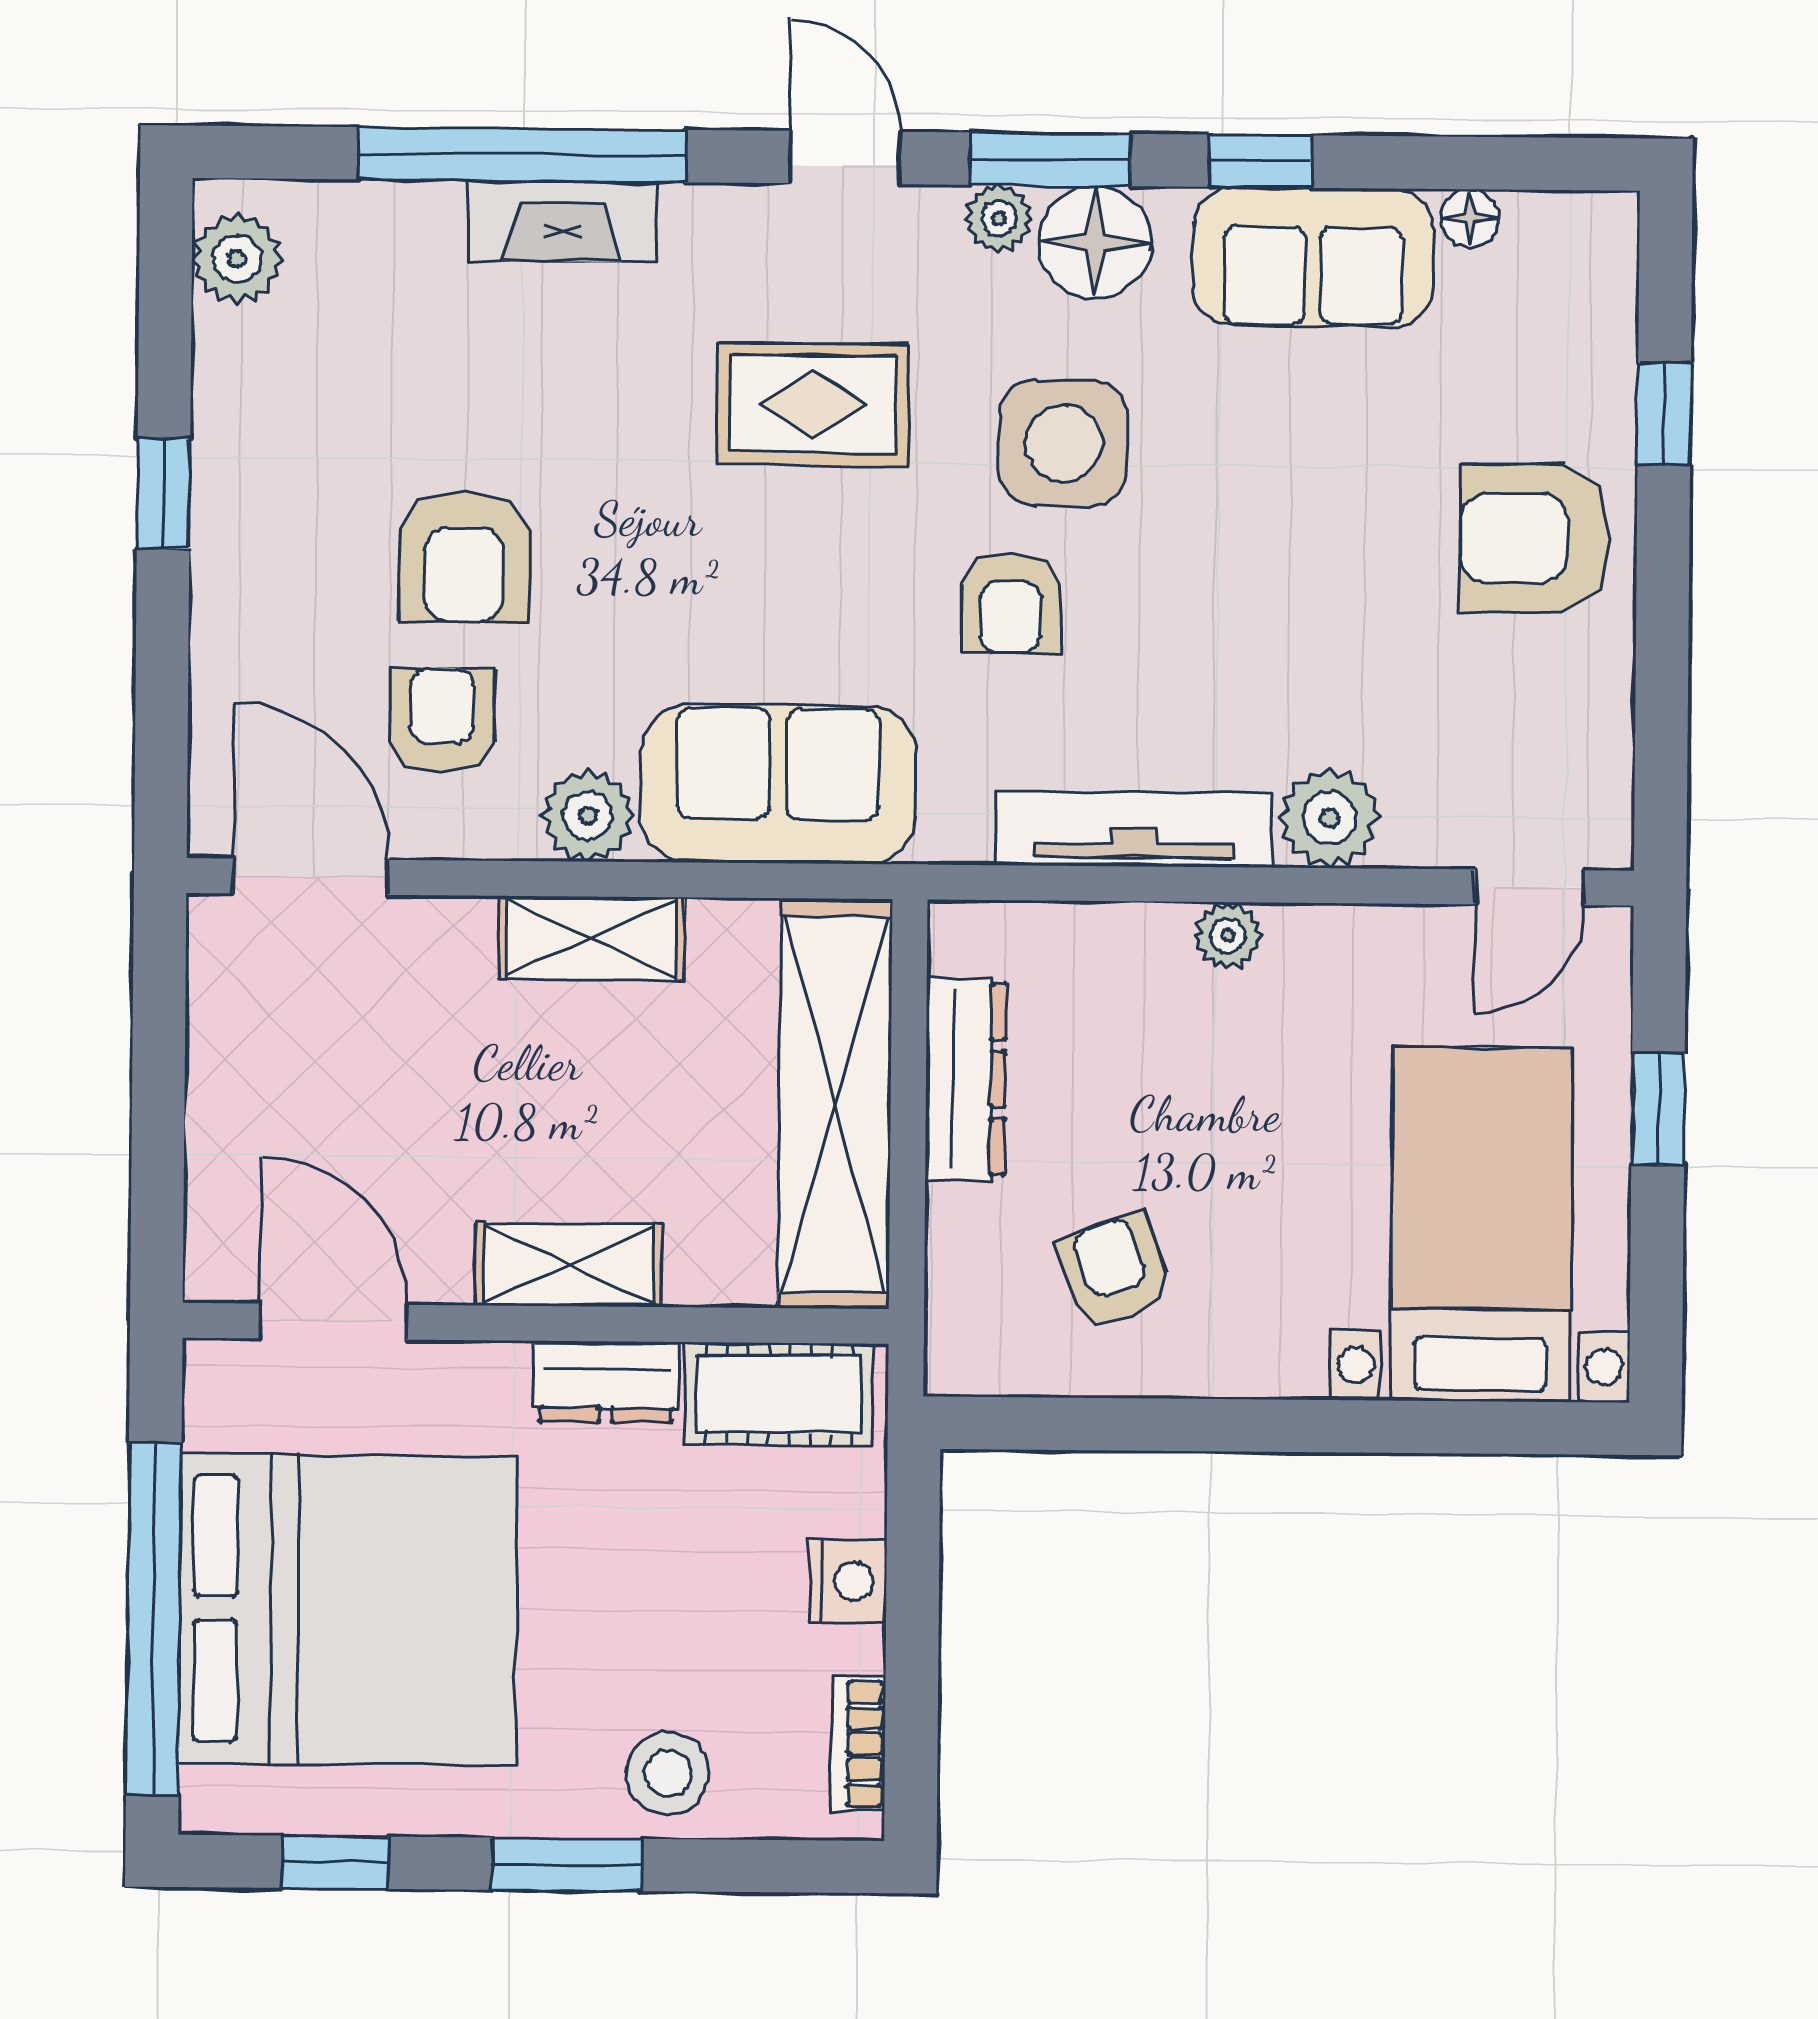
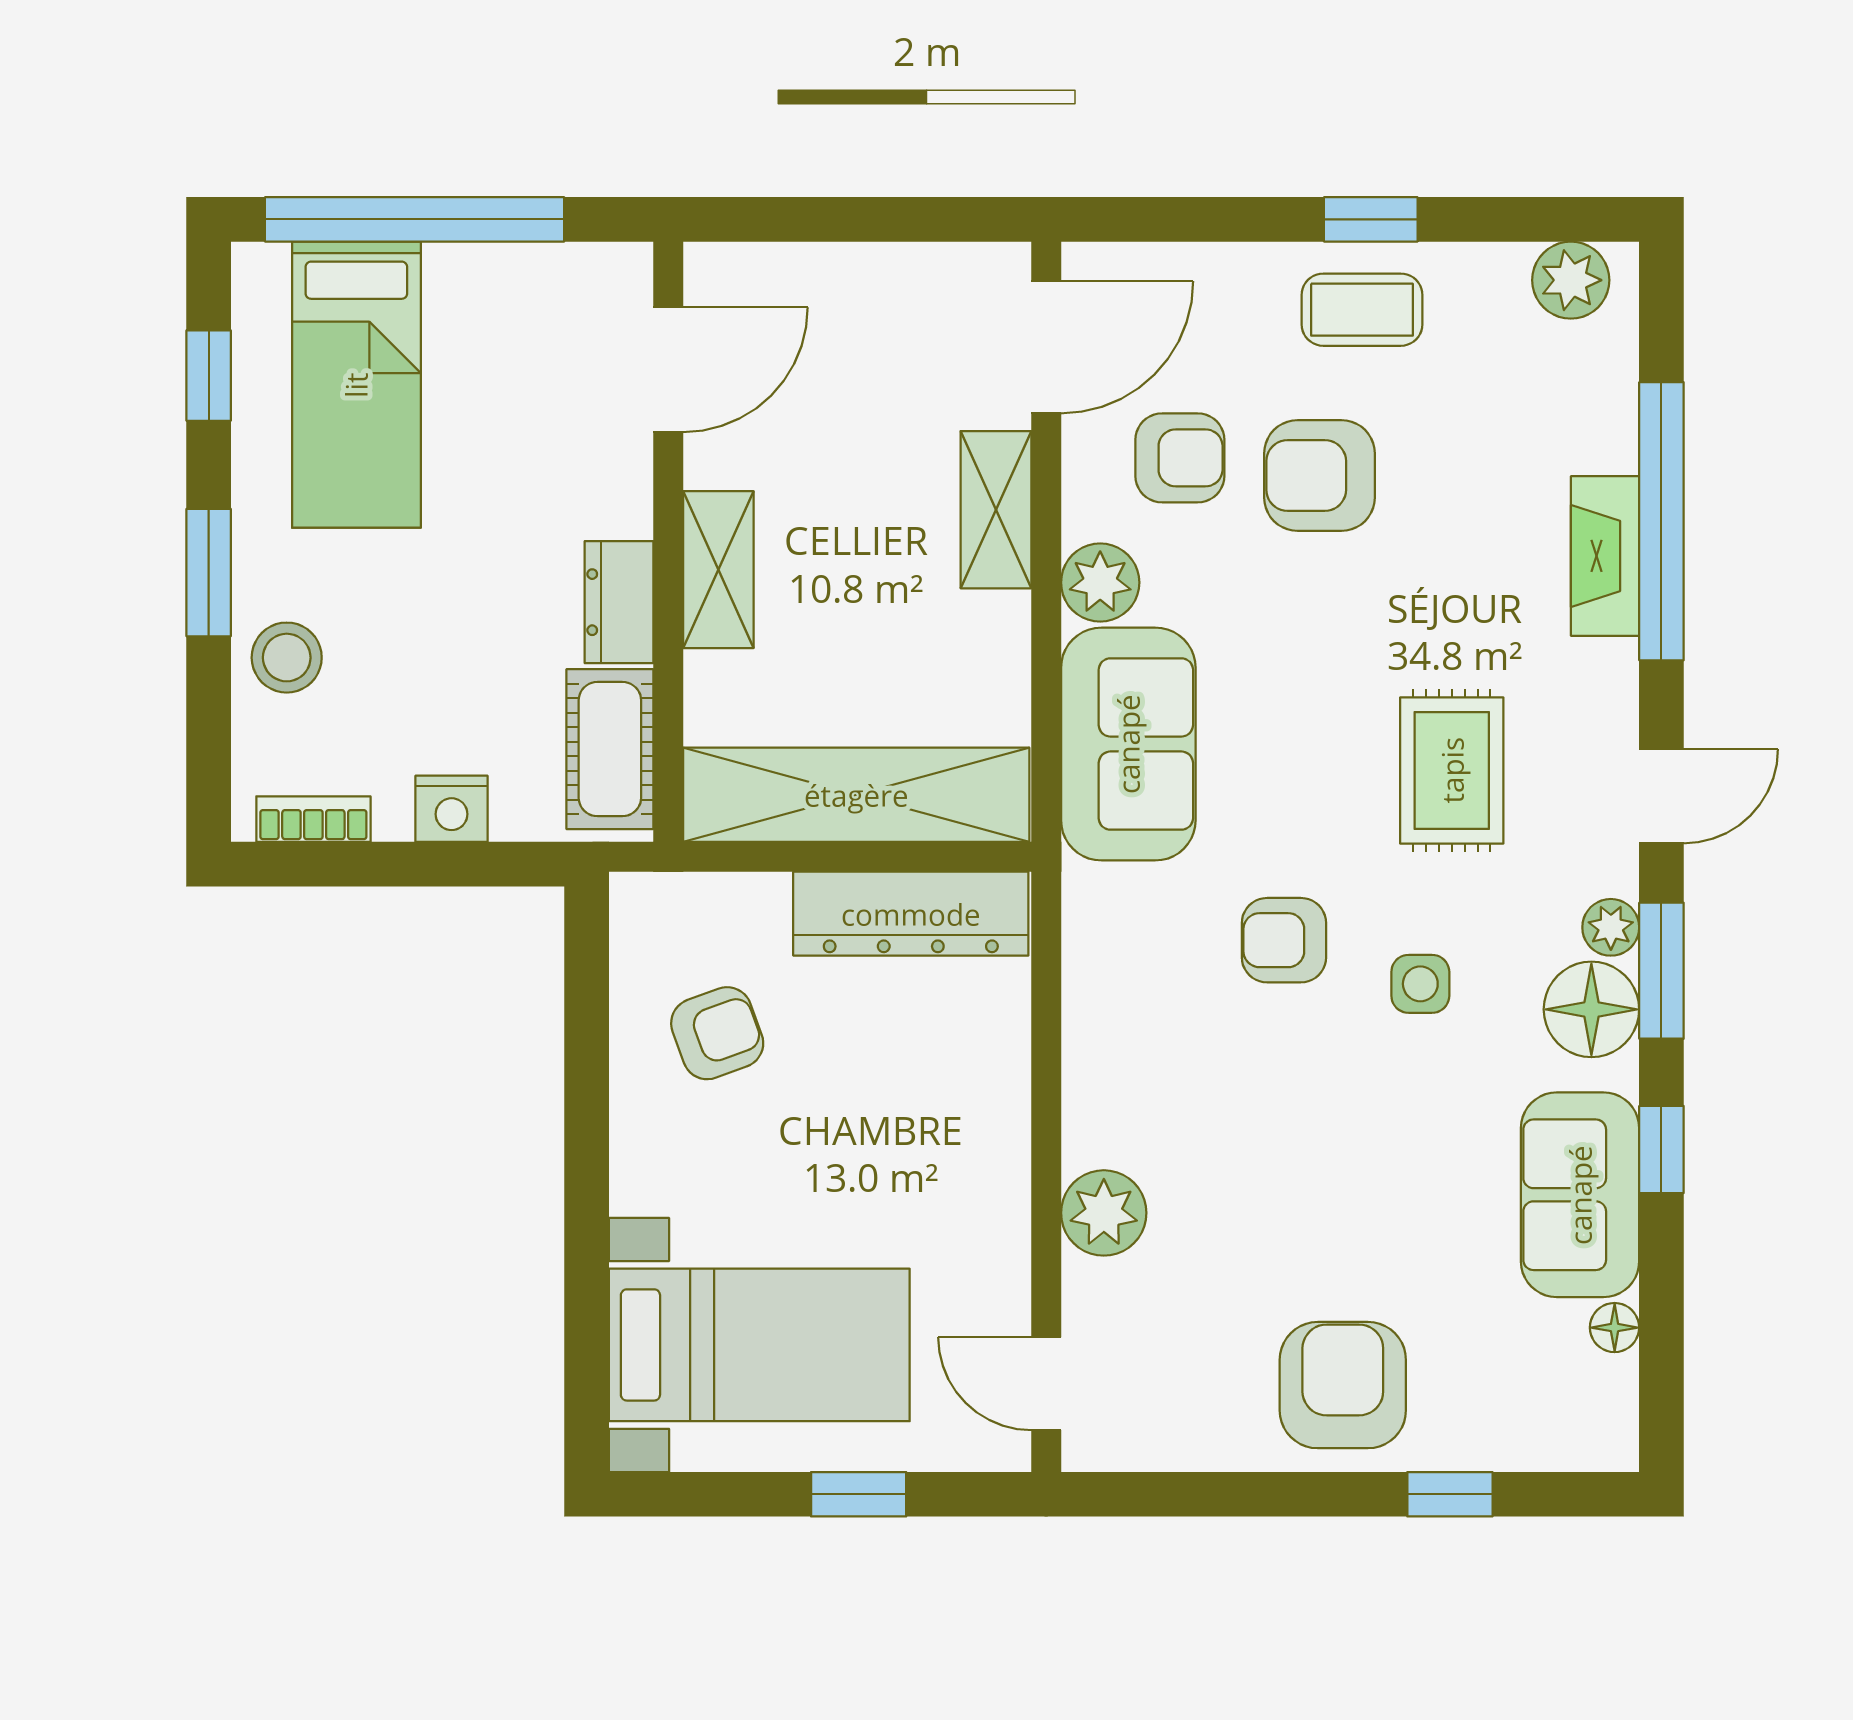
side table: (1063, 443) -> (1420, 984), width x0.54, depth x0.54
coffee table: (270, 505) -> (1362, 310), added
tv unit: (1134, 829) -> (1093, 1047), removed
plant: (1228, 935) -> (1003, 1127), removed
shelving: (592, 938) -> (996, 510), moved
dresser: (965, 1079) -> (911, 914), width x1.37, depth x1.24
bed: (348, 1609) -> (356, 385), width x0.49

